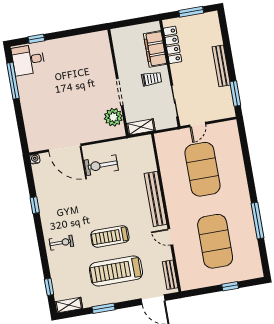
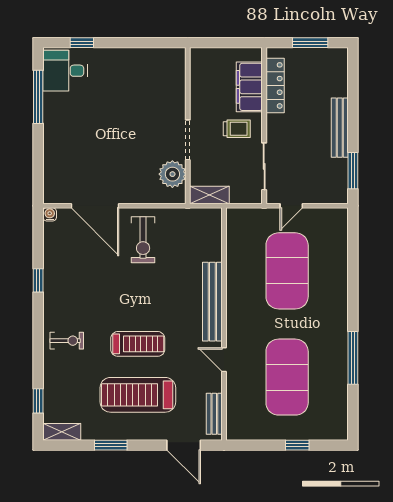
exercise bike: (101, 165) -> (143, 240), turned -90
treadmill: (110, 236) -> (138, 344), turned 180

